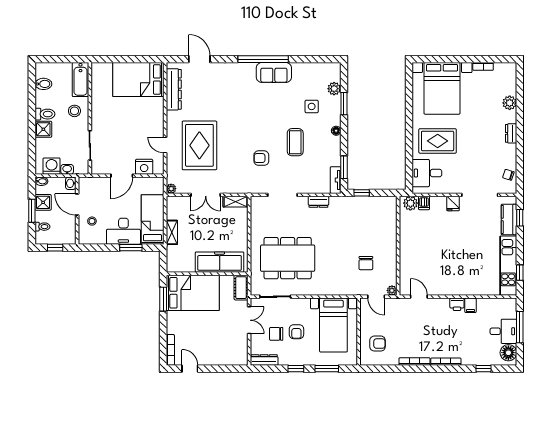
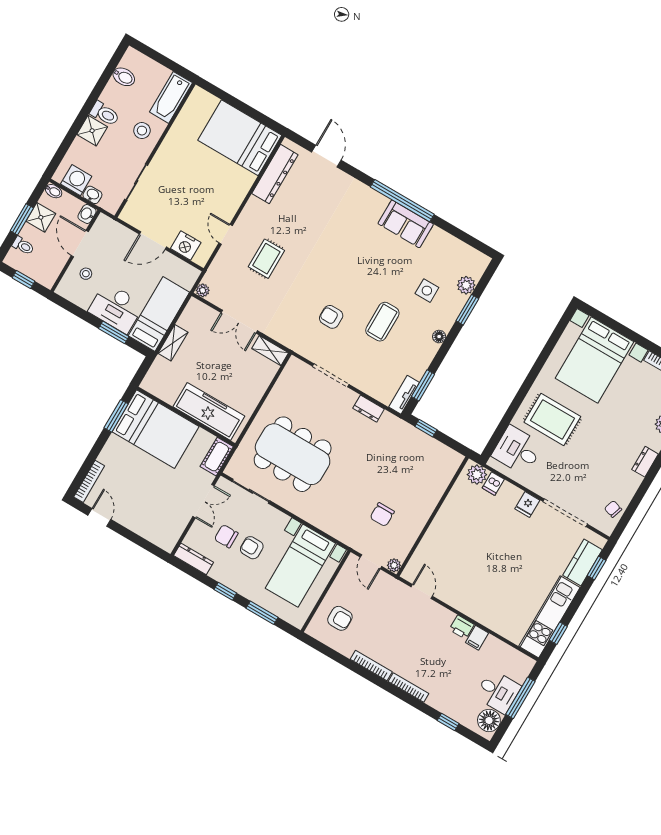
rug: (199, 145) -> (266, 259), width x0.54, depth x0.49
armchair: (296, 332) -> (252, 548), turned 90

